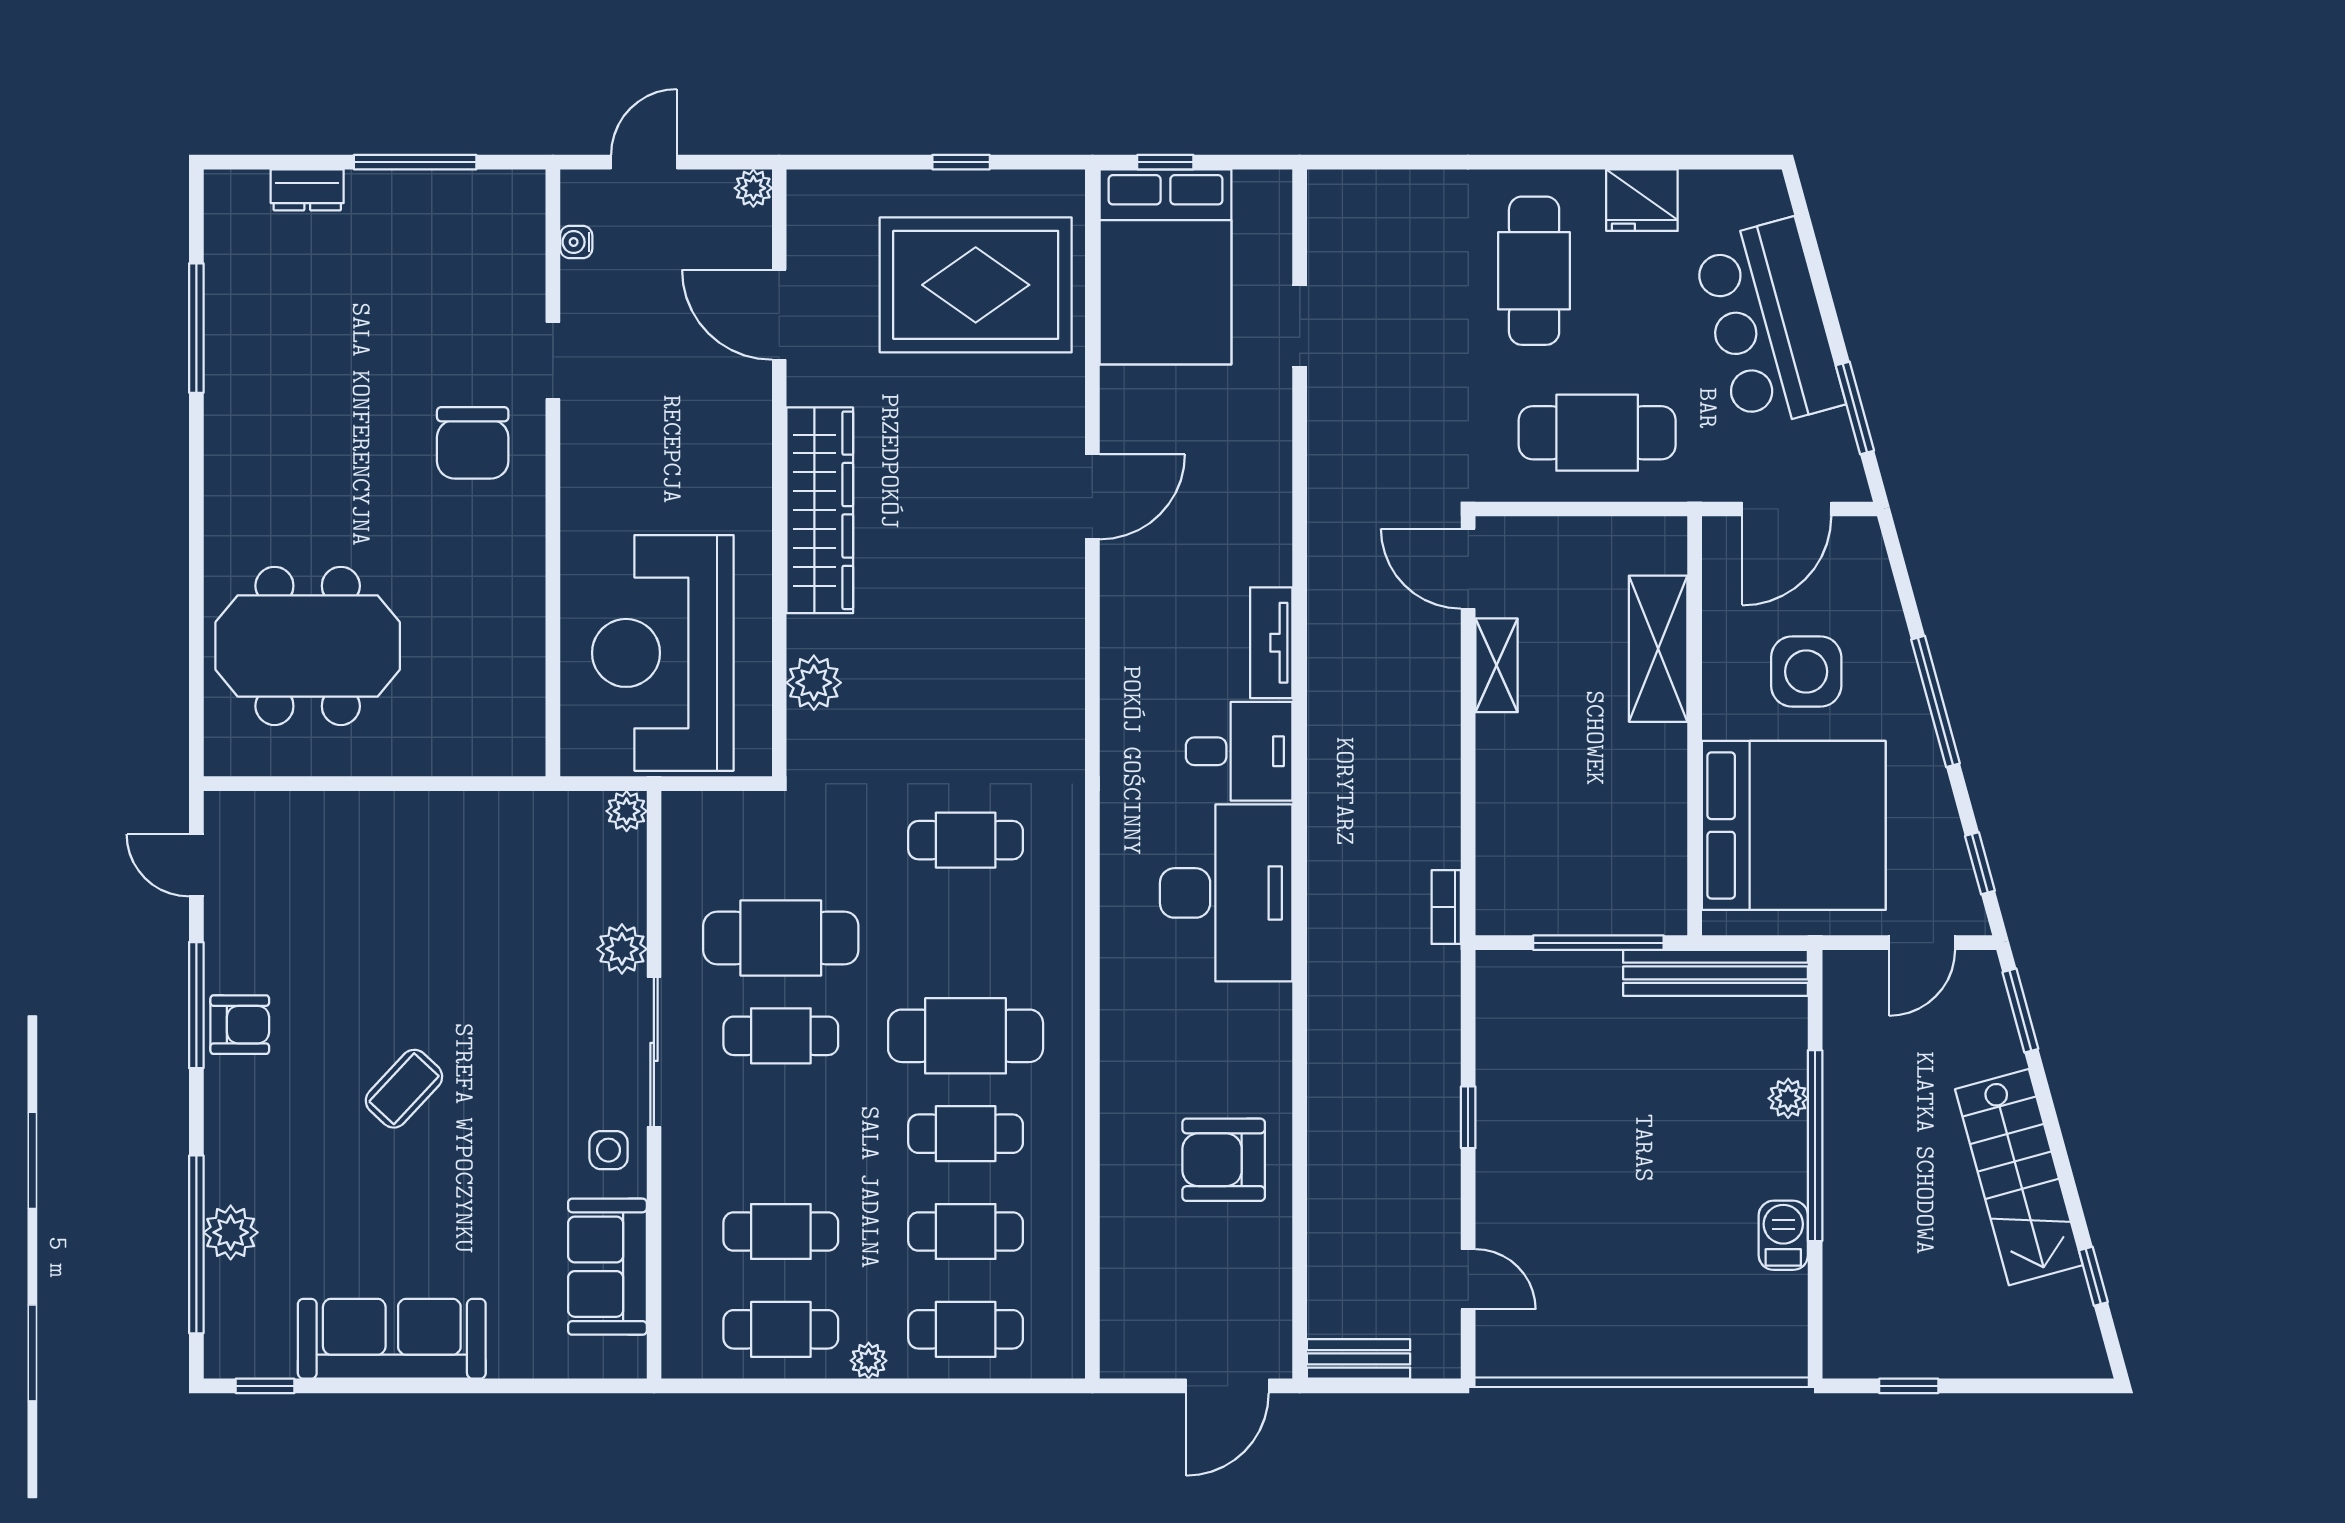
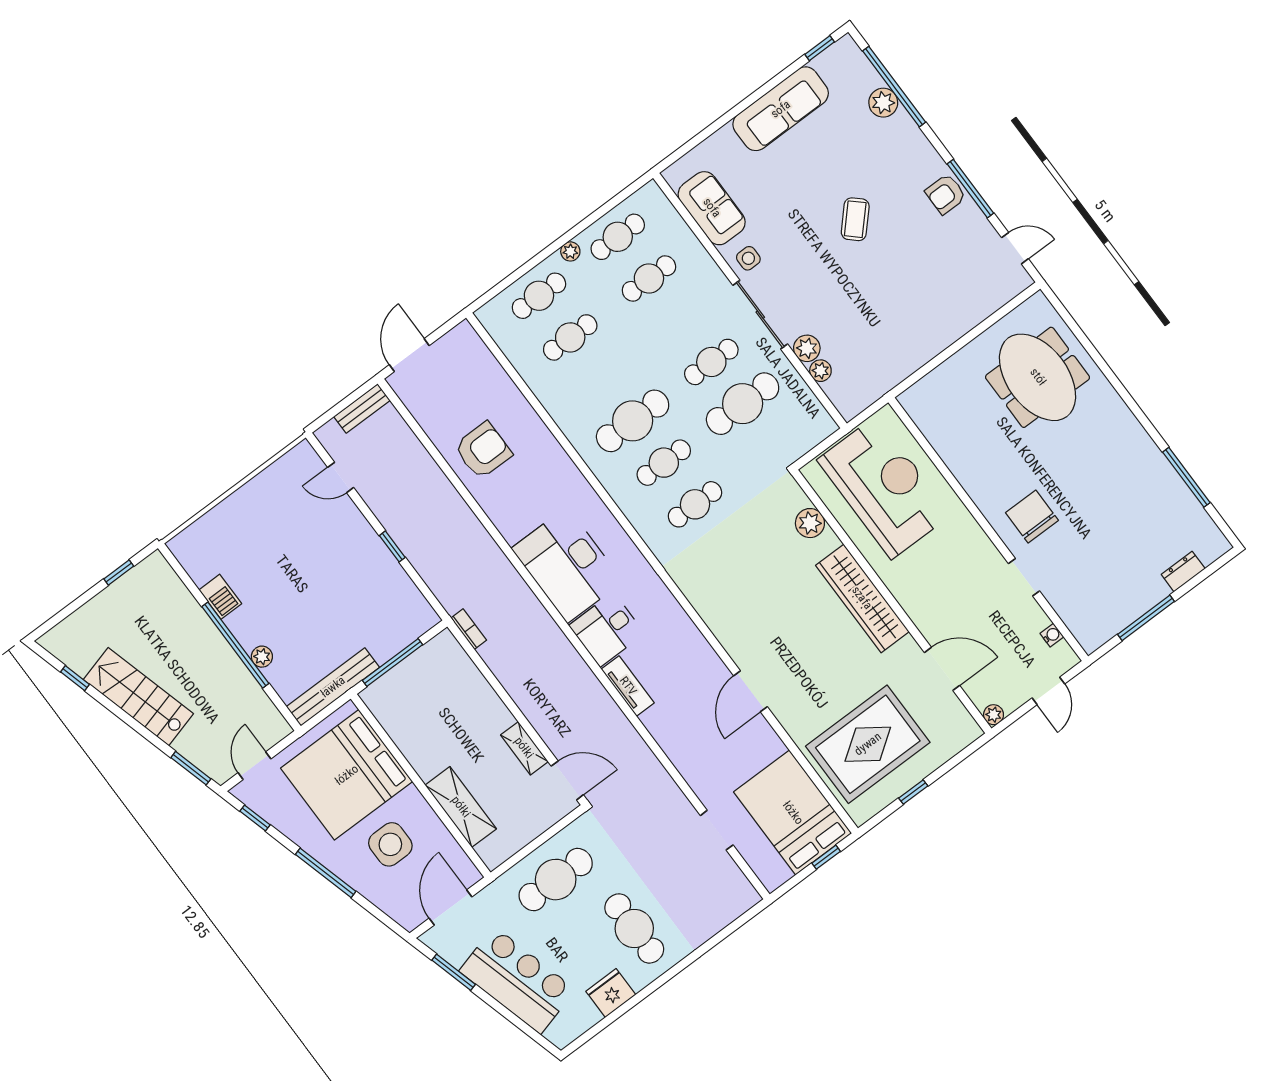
meeting table: (308, 646) -> (1038, 377), turned 90
plant: (627, 811) -> (820, 371), moved
cafe table: (966, 1134) -> (664, 463), moved

